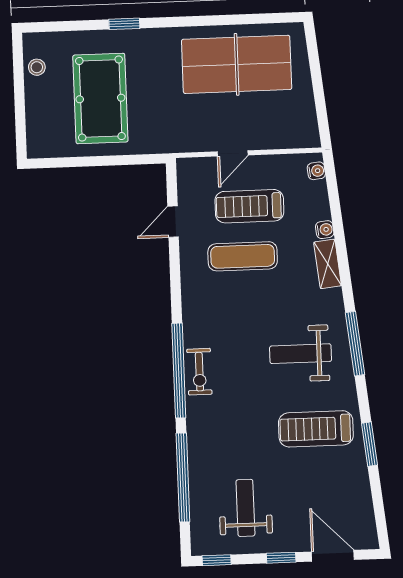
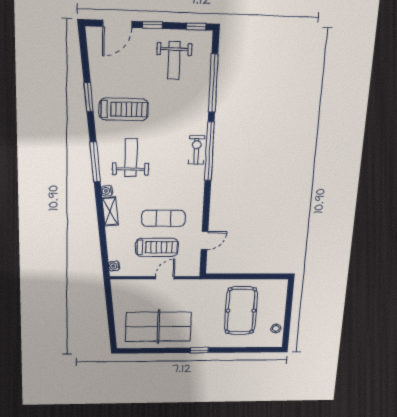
window: (124, 24) -> (199, 350), moved
water cooler: (325, 230) -> (107, 191), moved
weight bench: (301, 354) -> (131, 158), turned -90
door: (333, 556) -> (117, 24), hinge flipped

